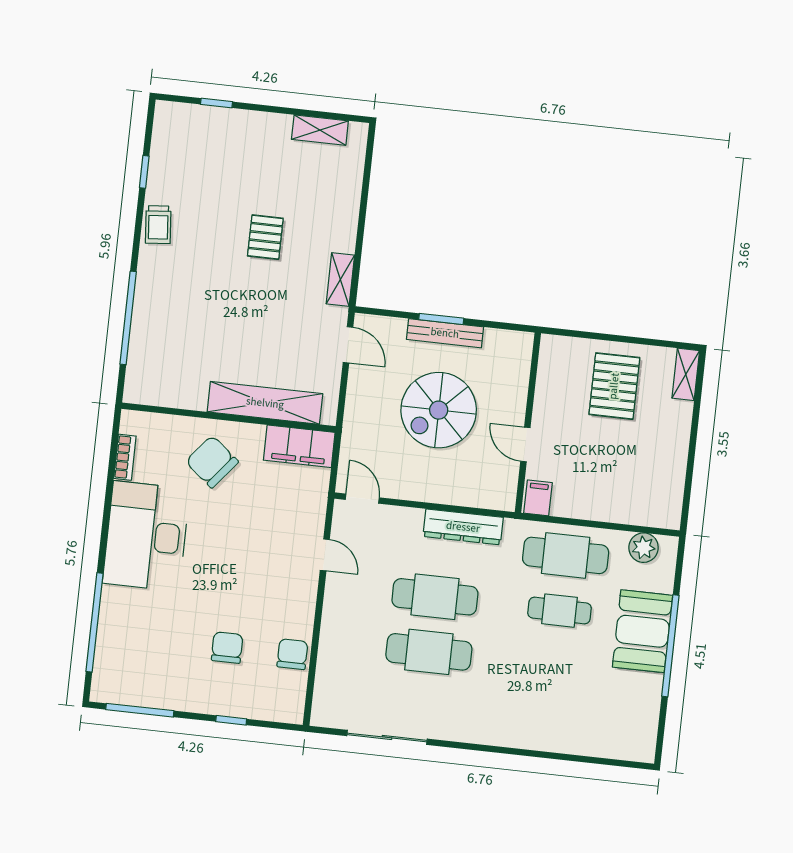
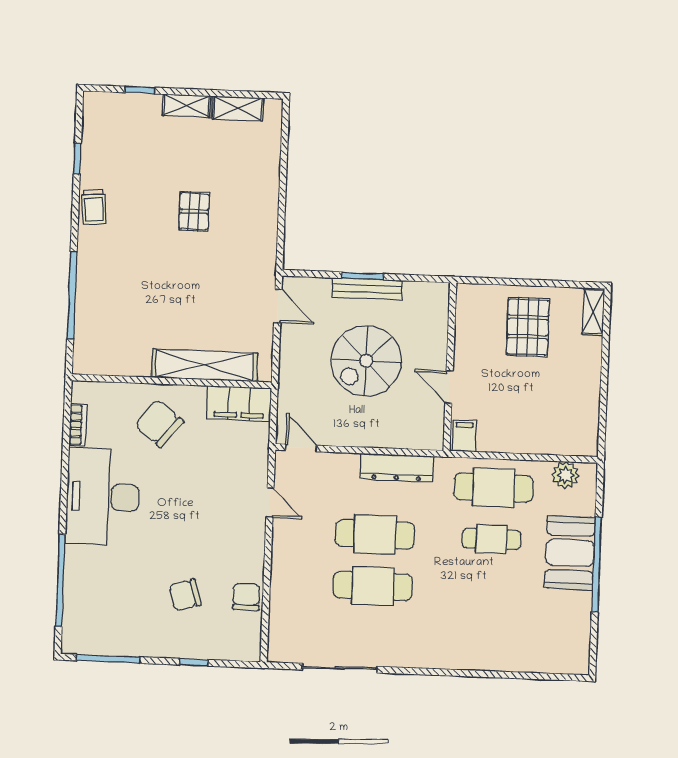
shelving: (340, 280) -> (186, 106), moved, turned 90
chair: (227, 648) -> (185, 595), turned -106

